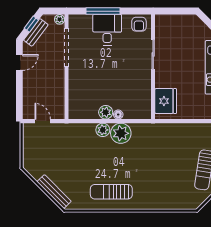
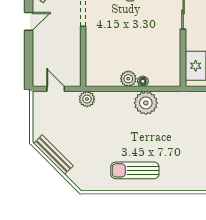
plant: (103, 130) -> (87, 99), moved
bench: (54, 192) -> (53, 155), moved

